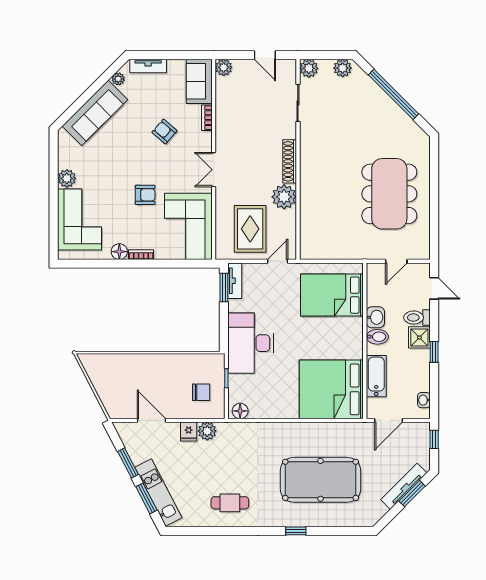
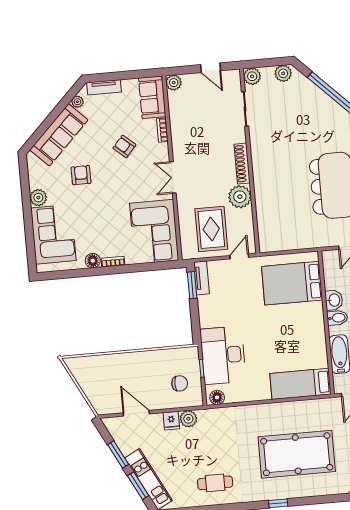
armchair: (145, 195) -> (81, 175), moved, turned -90
desk: (251, 343) -> (223, 355), moved
bed: (331, 389) -> (300, 384), width x0.49

